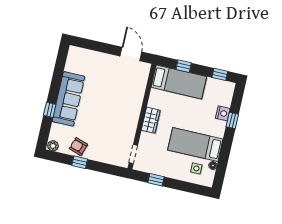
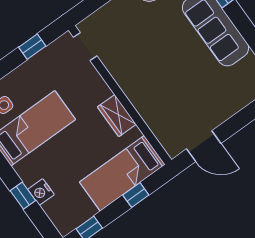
wardrobe: (151, 120) -> (117, 116), moved

